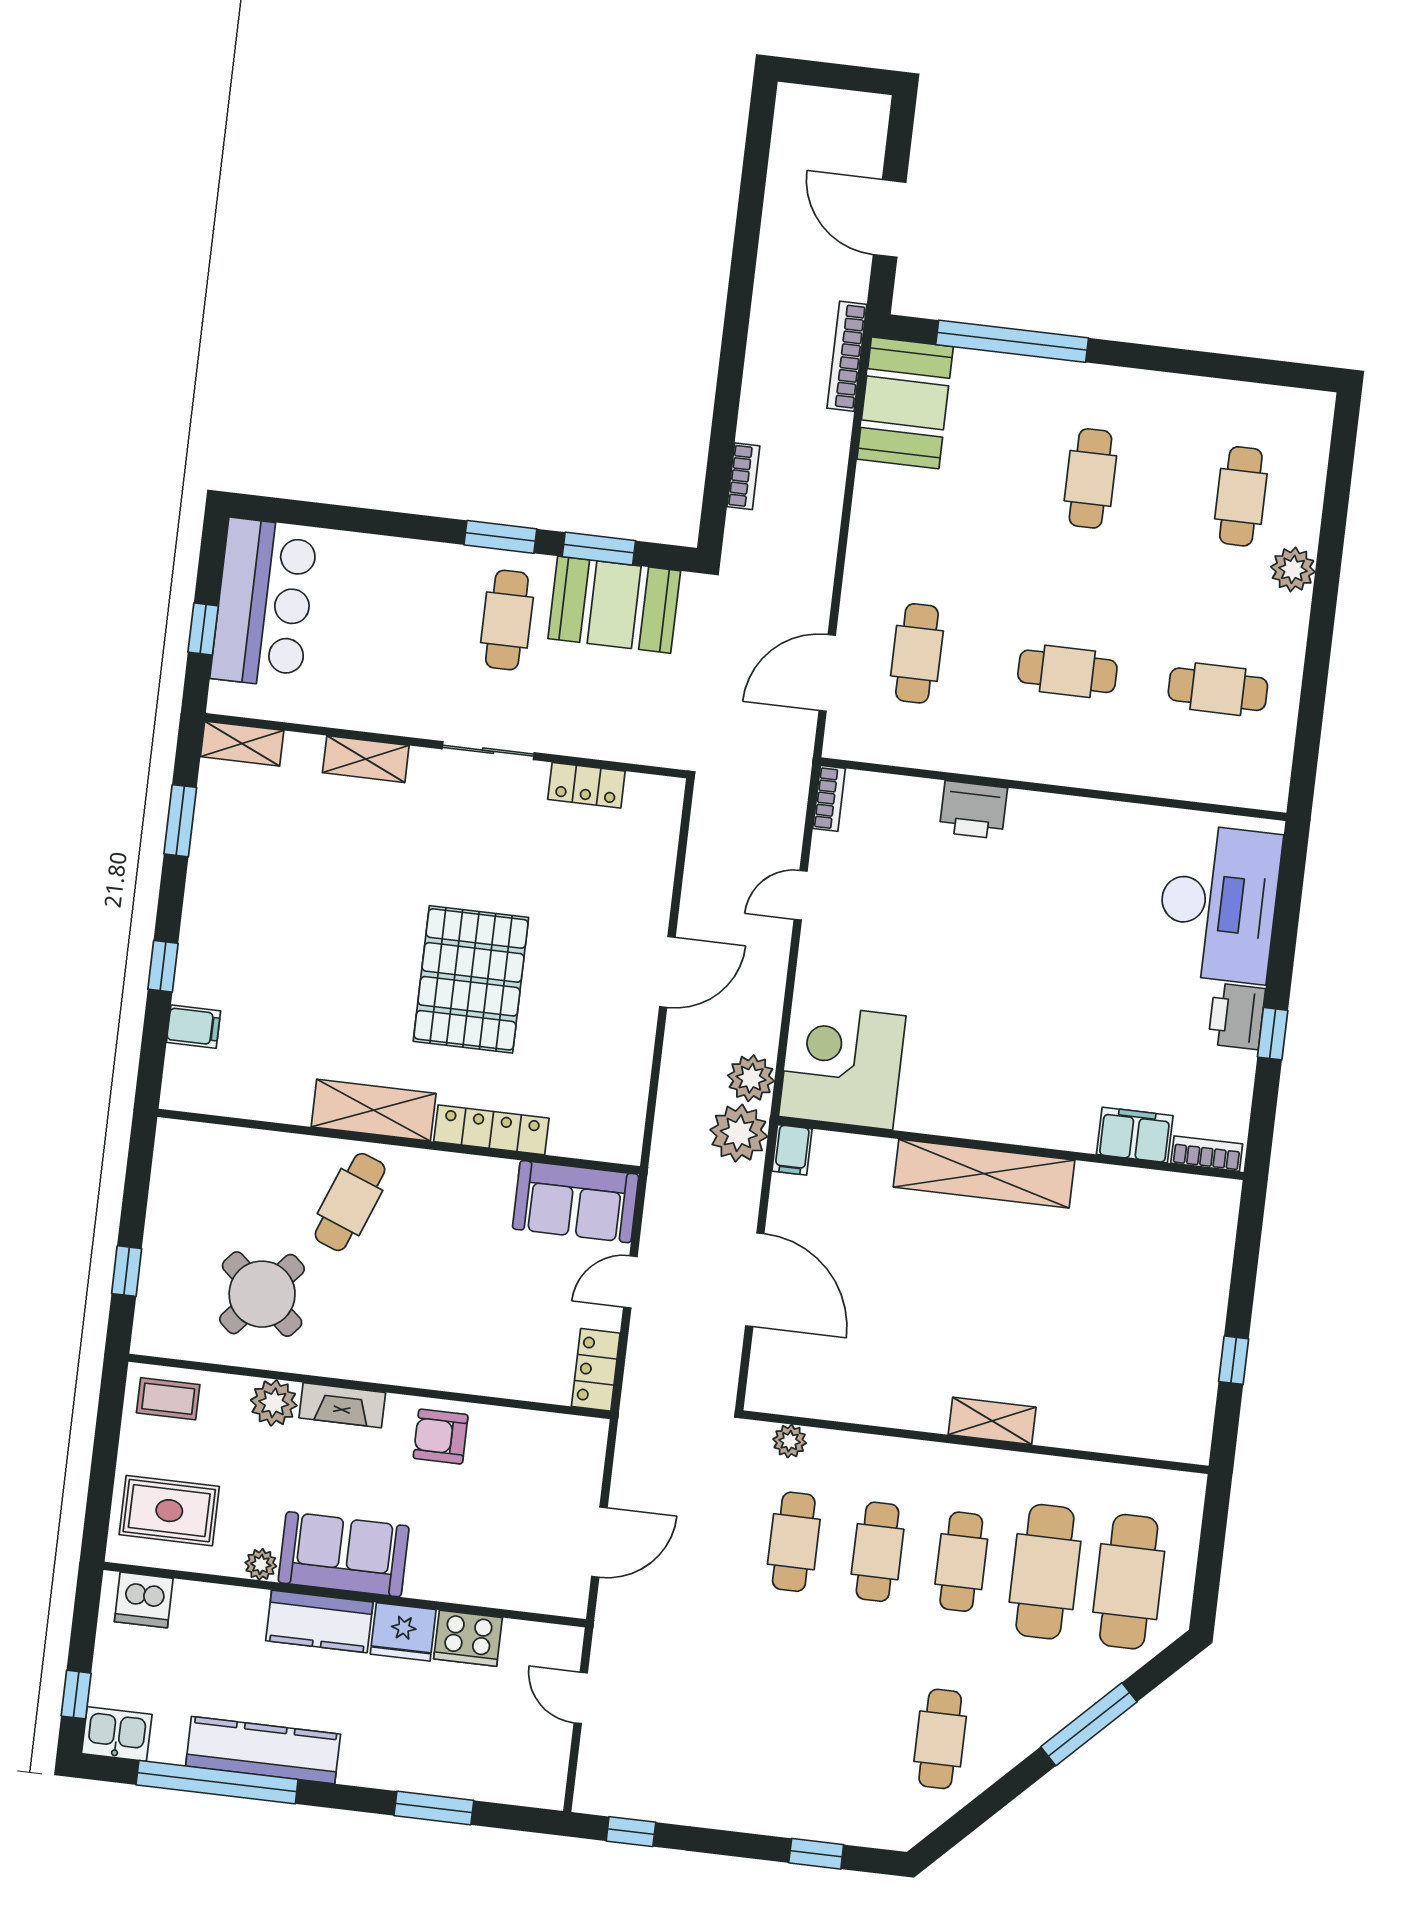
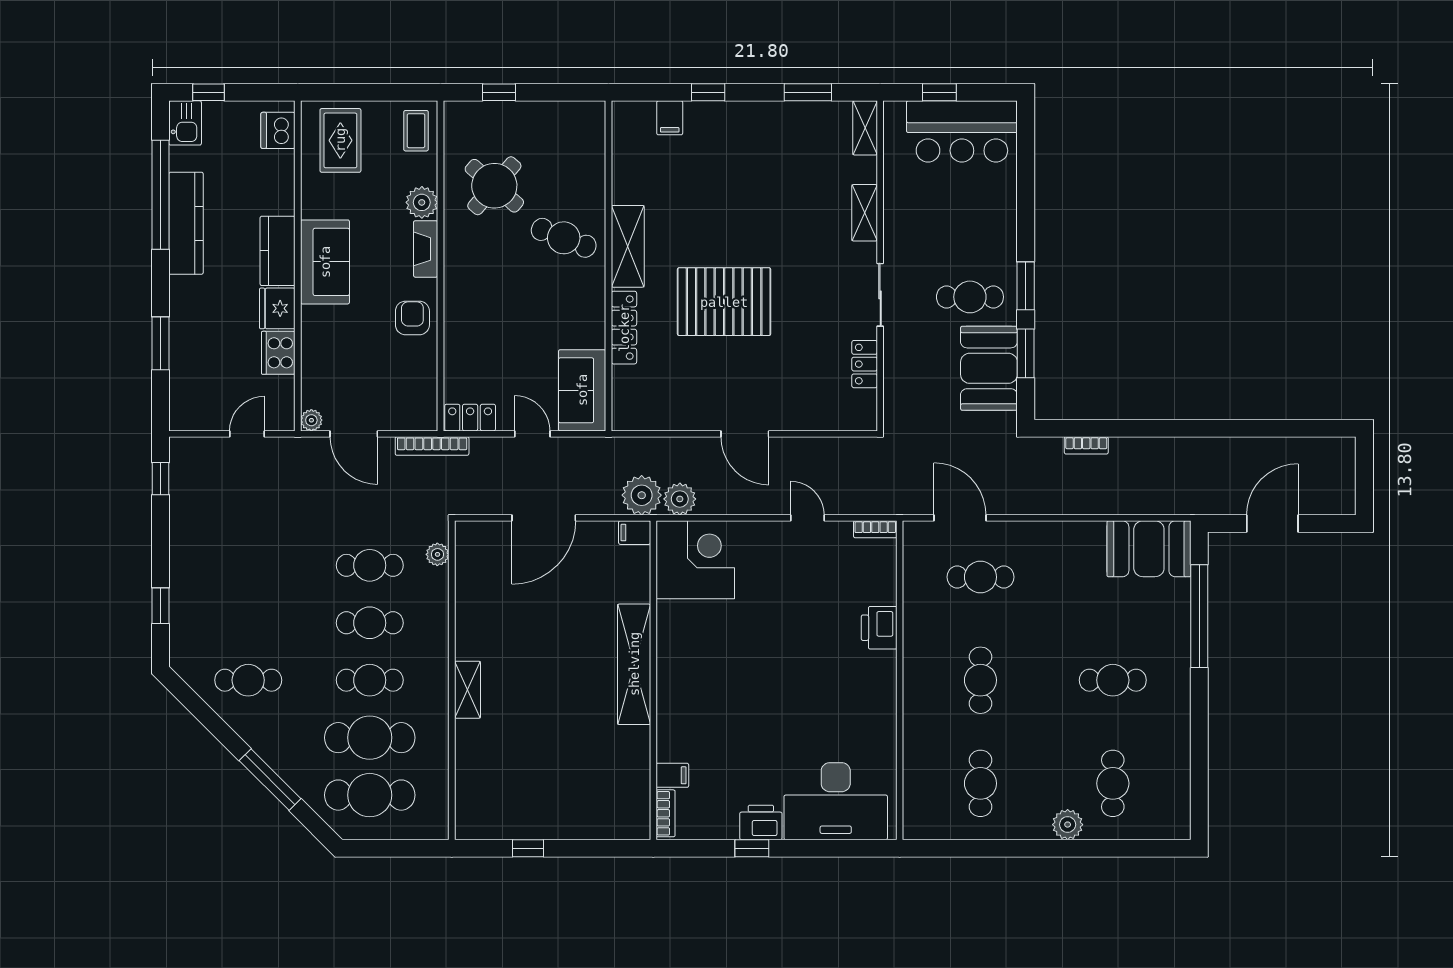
bookcase: (847, 356) -> (432, 446), moved, turned 180
cafe table: (1241, 496) -> (1113, 783), turned 90
filing cabinet: (1135, 1135) -> (672, 775), width x0.50
plant: (261, 1564) -> (311, 420), moved

